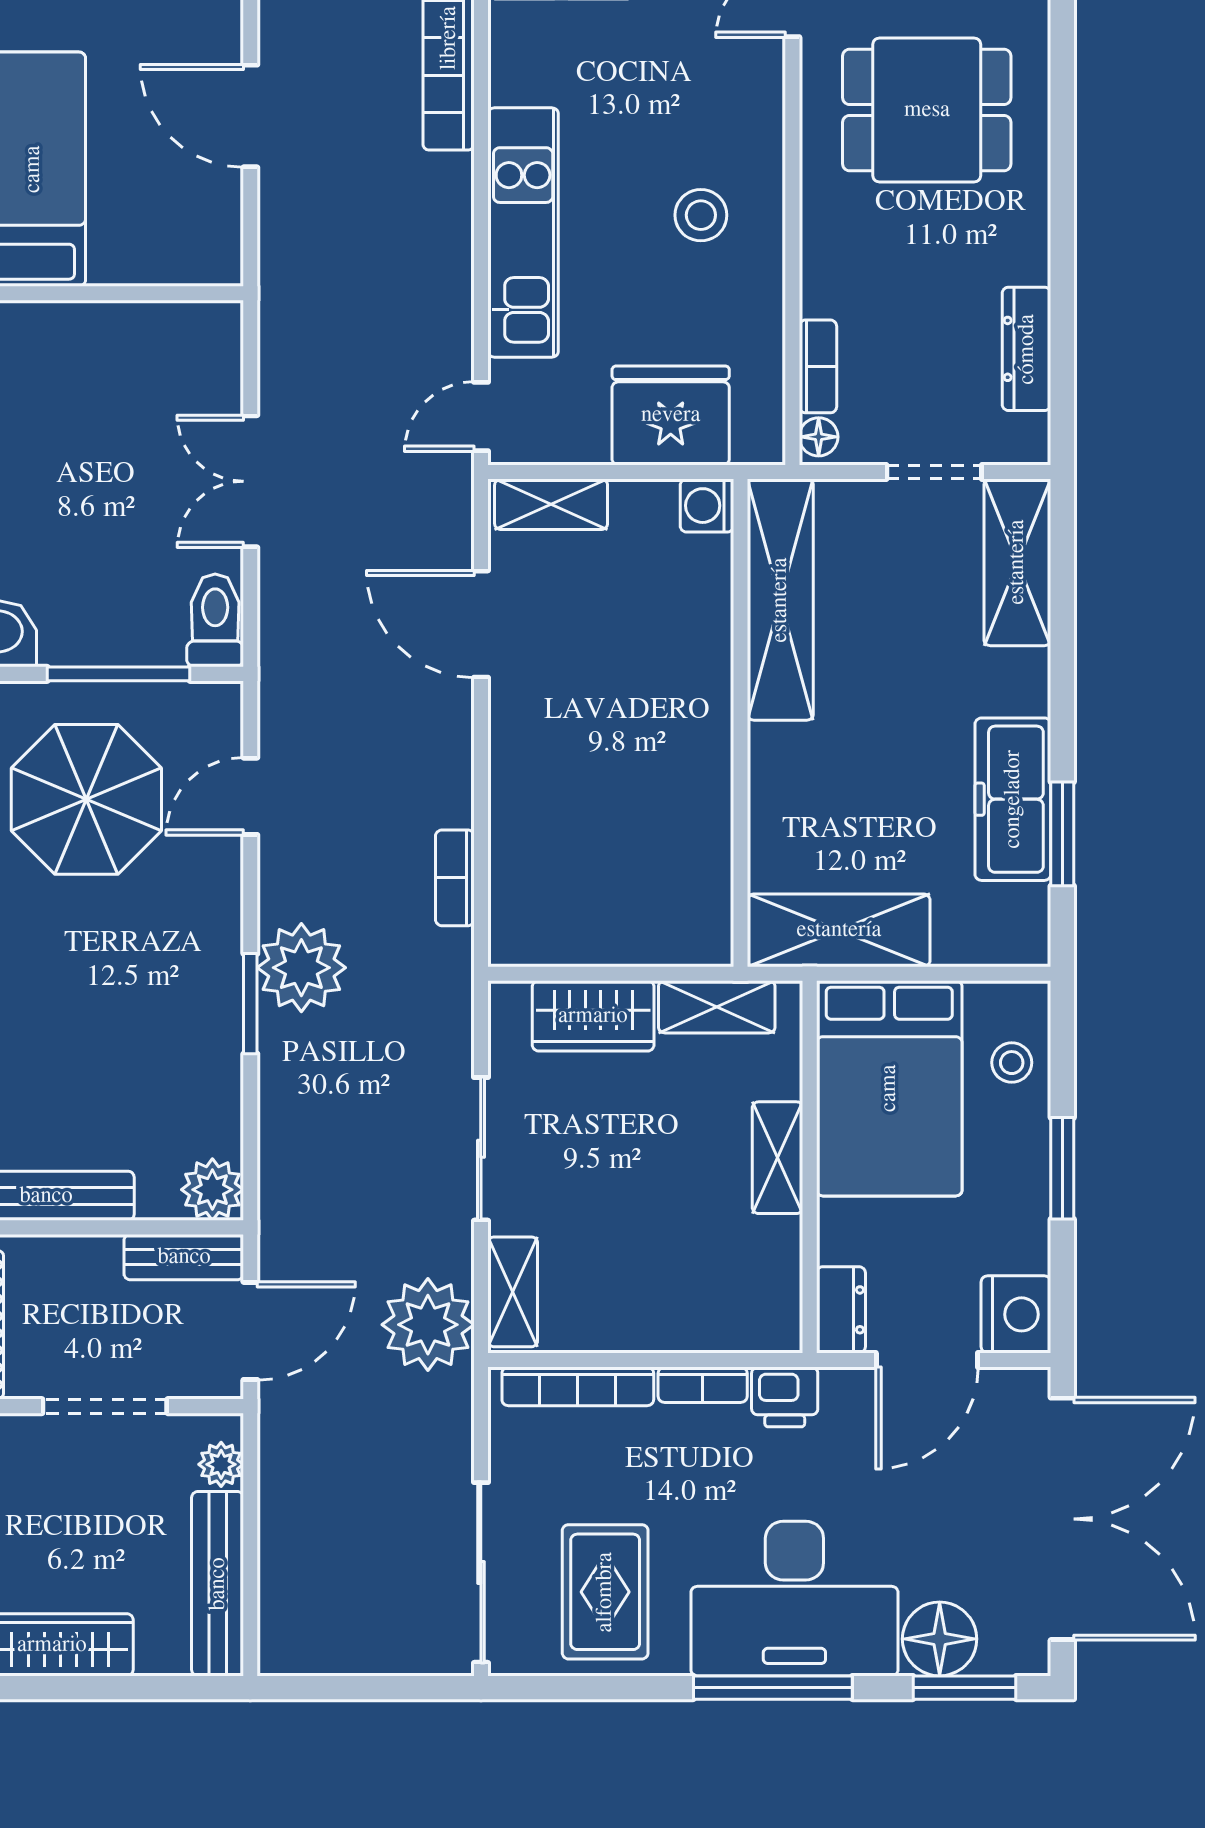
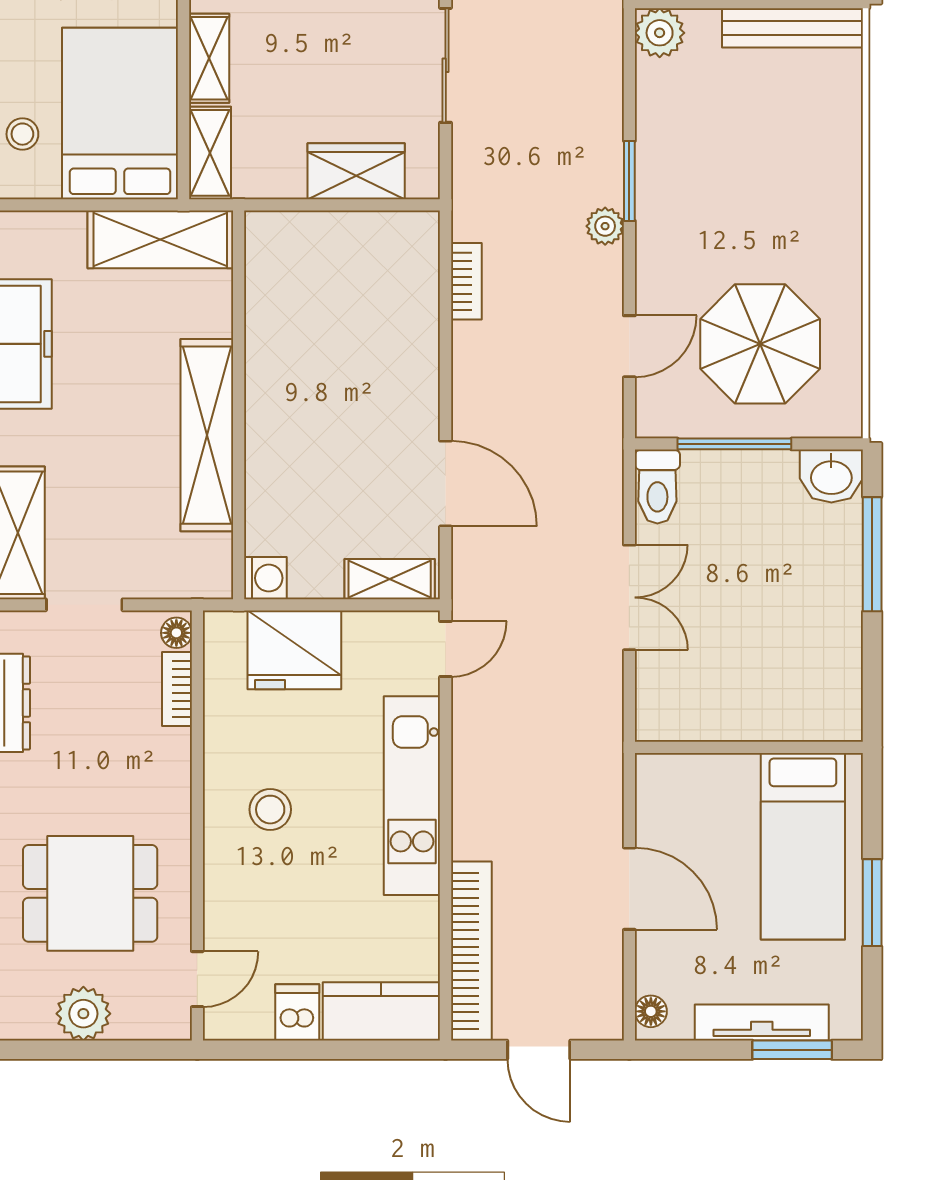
shelving: (780, 600) -> (207, 435), moved
plant: (301, 968) -> (605, 226), width x0.53, depth x0.53
shelving: (717, 1007) -> (210, 153), moved, turned 90

